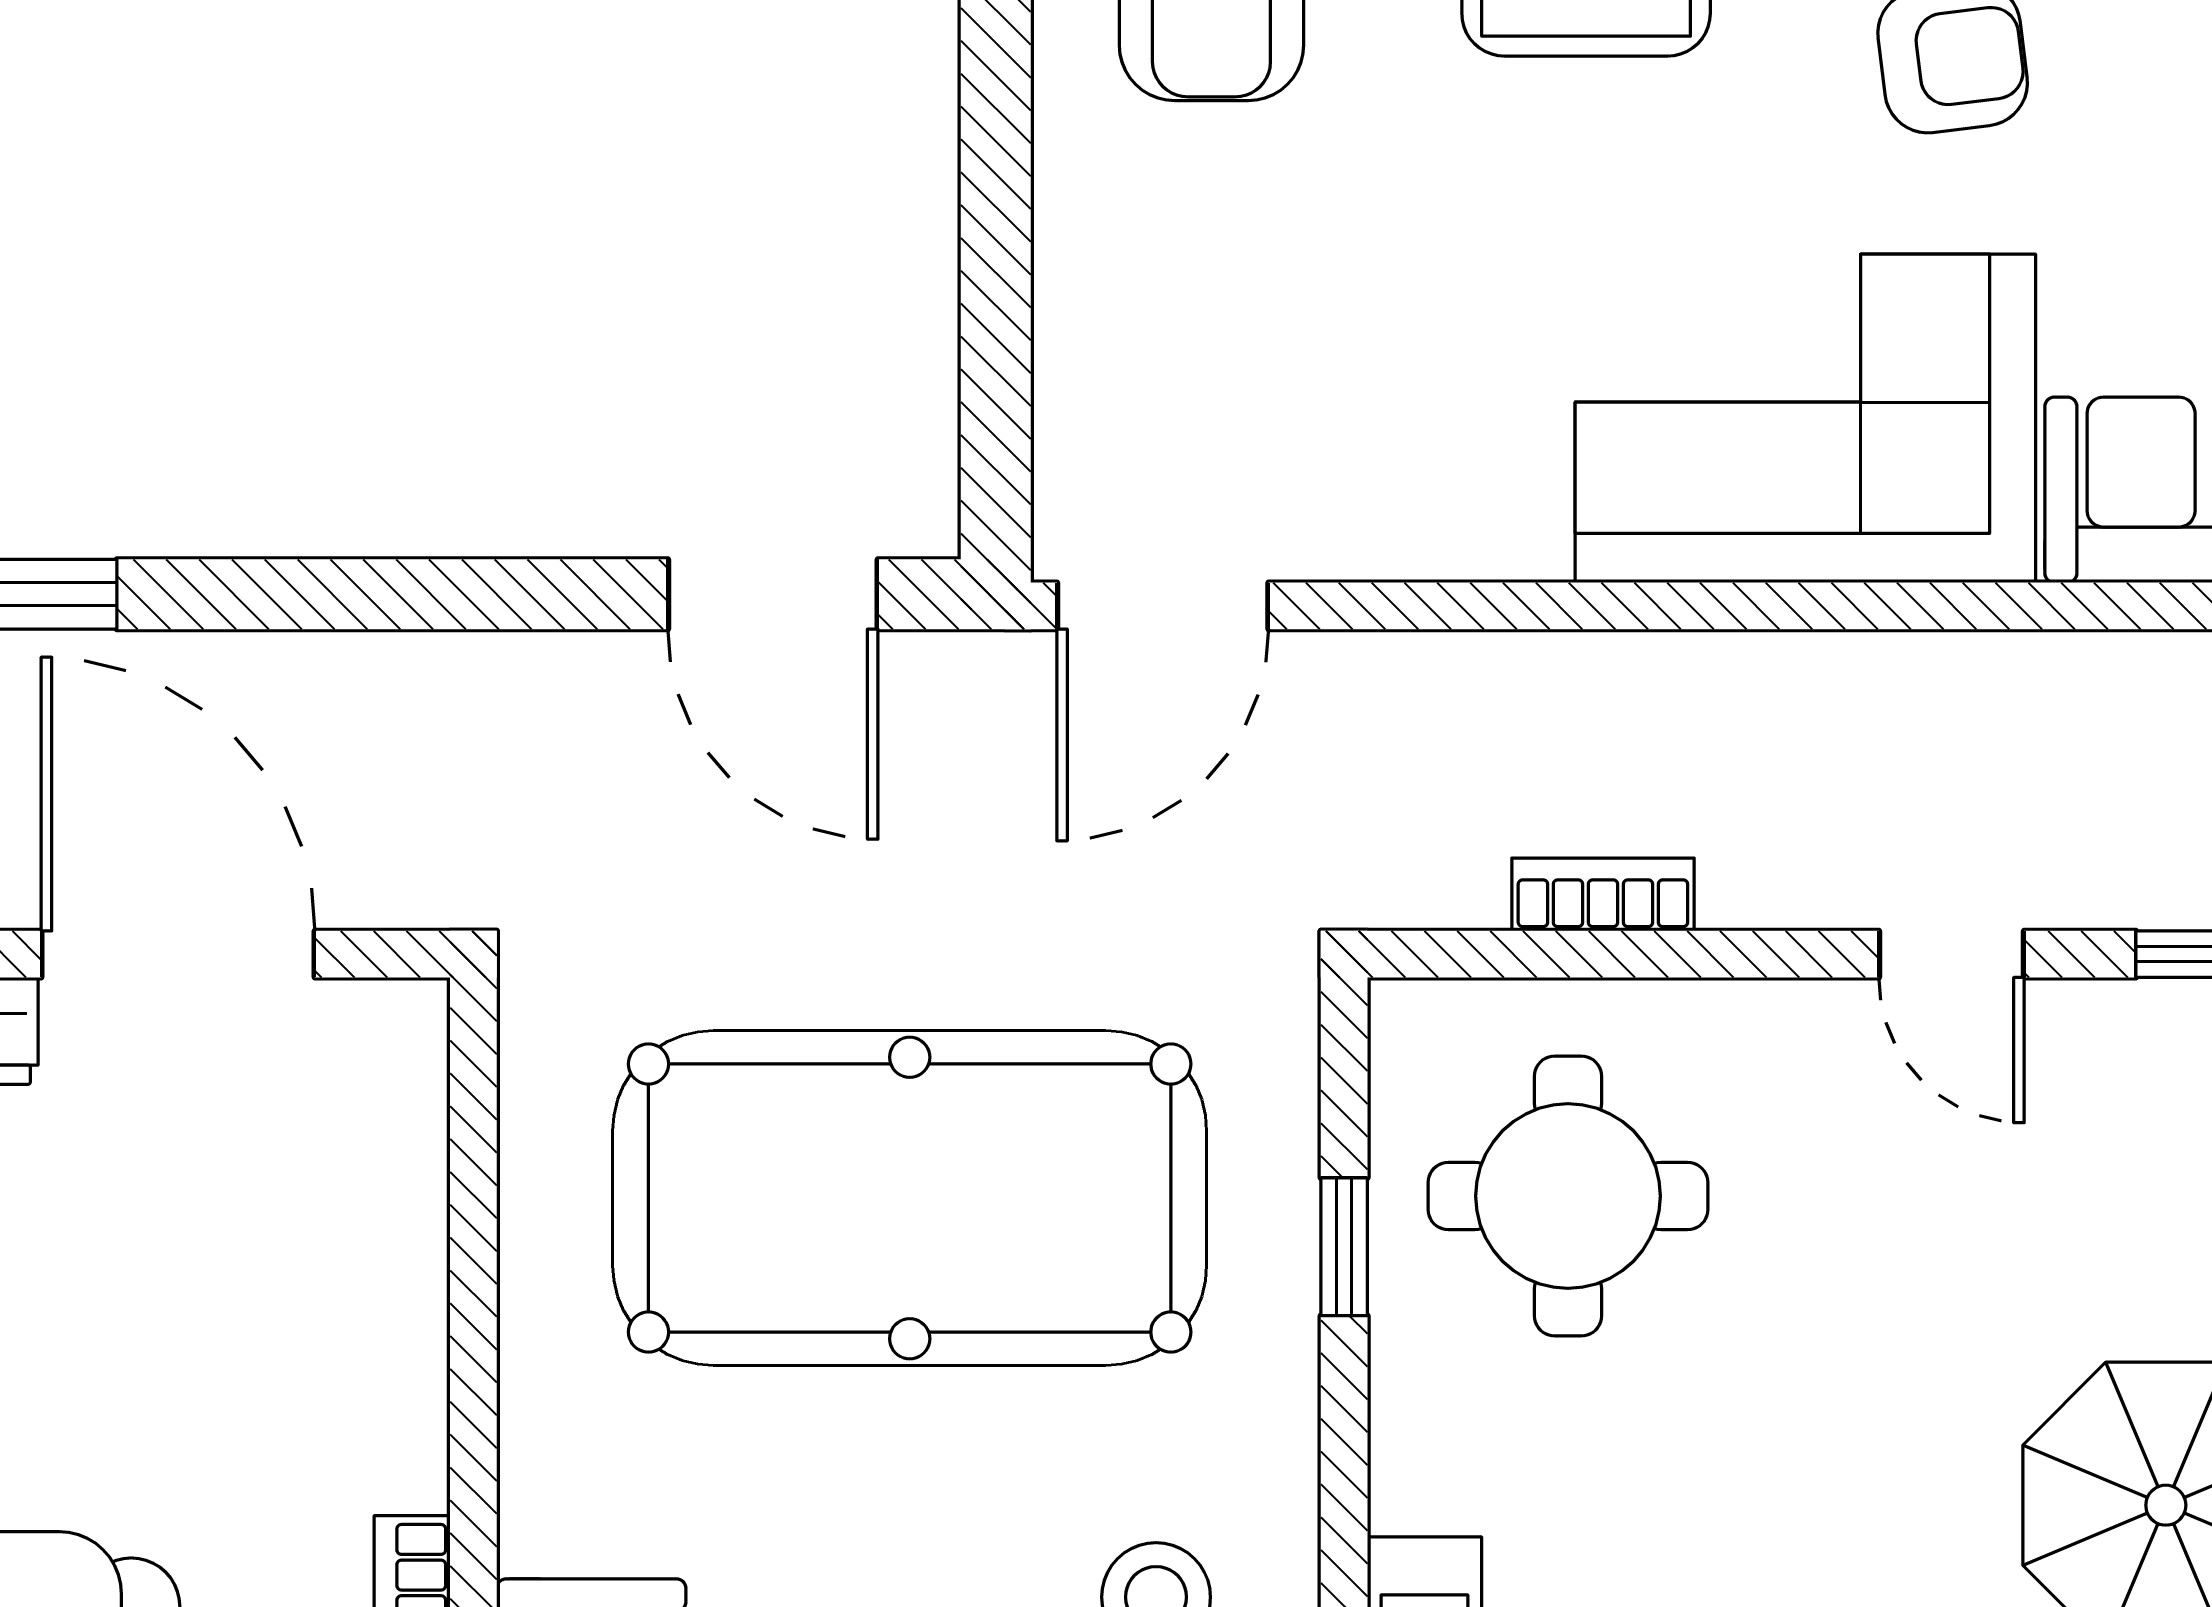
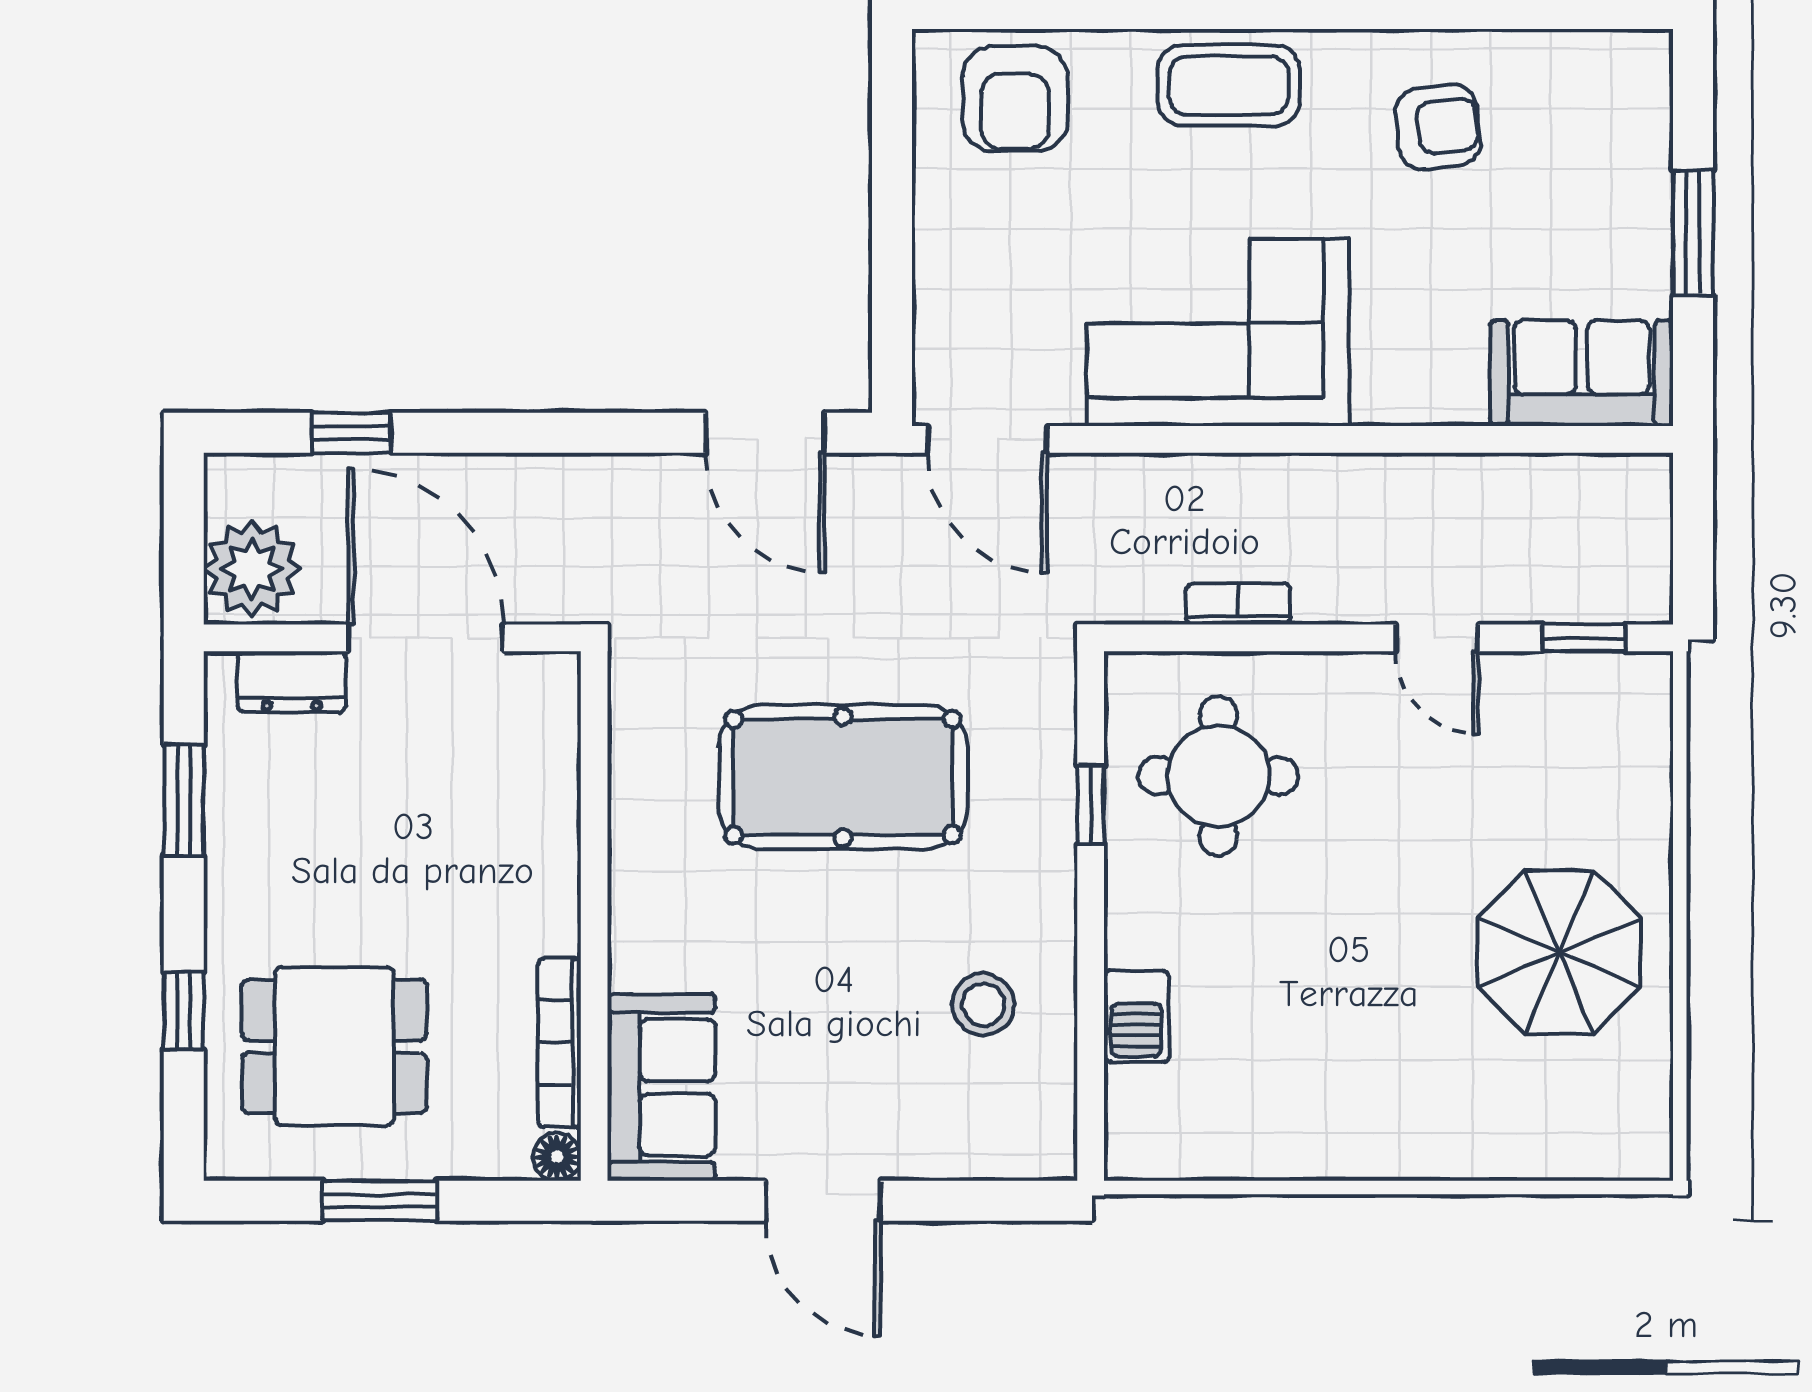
corner sofa: (1805, 418) -> (1218, 332), moved
door: (1163, 606) -> (987, 439), hinge flipped
pool table: (910, 1198) -> (843, 777), width x0.73, depth x0.76

